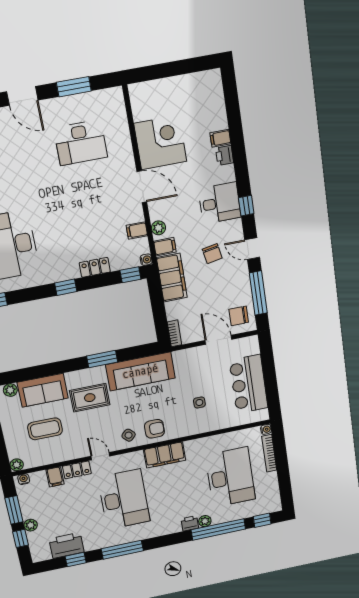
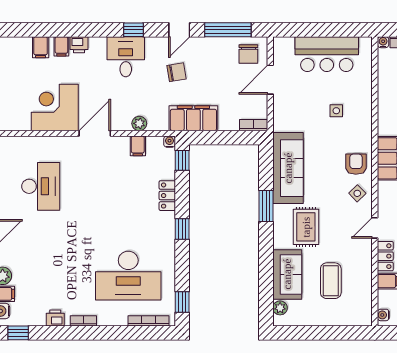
filing cabinet: (165, 247) -> (41, 47), moved, turned 180
plant: (17, 465) -> (365, 319), removed

